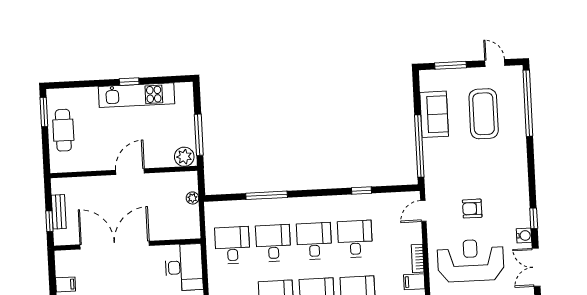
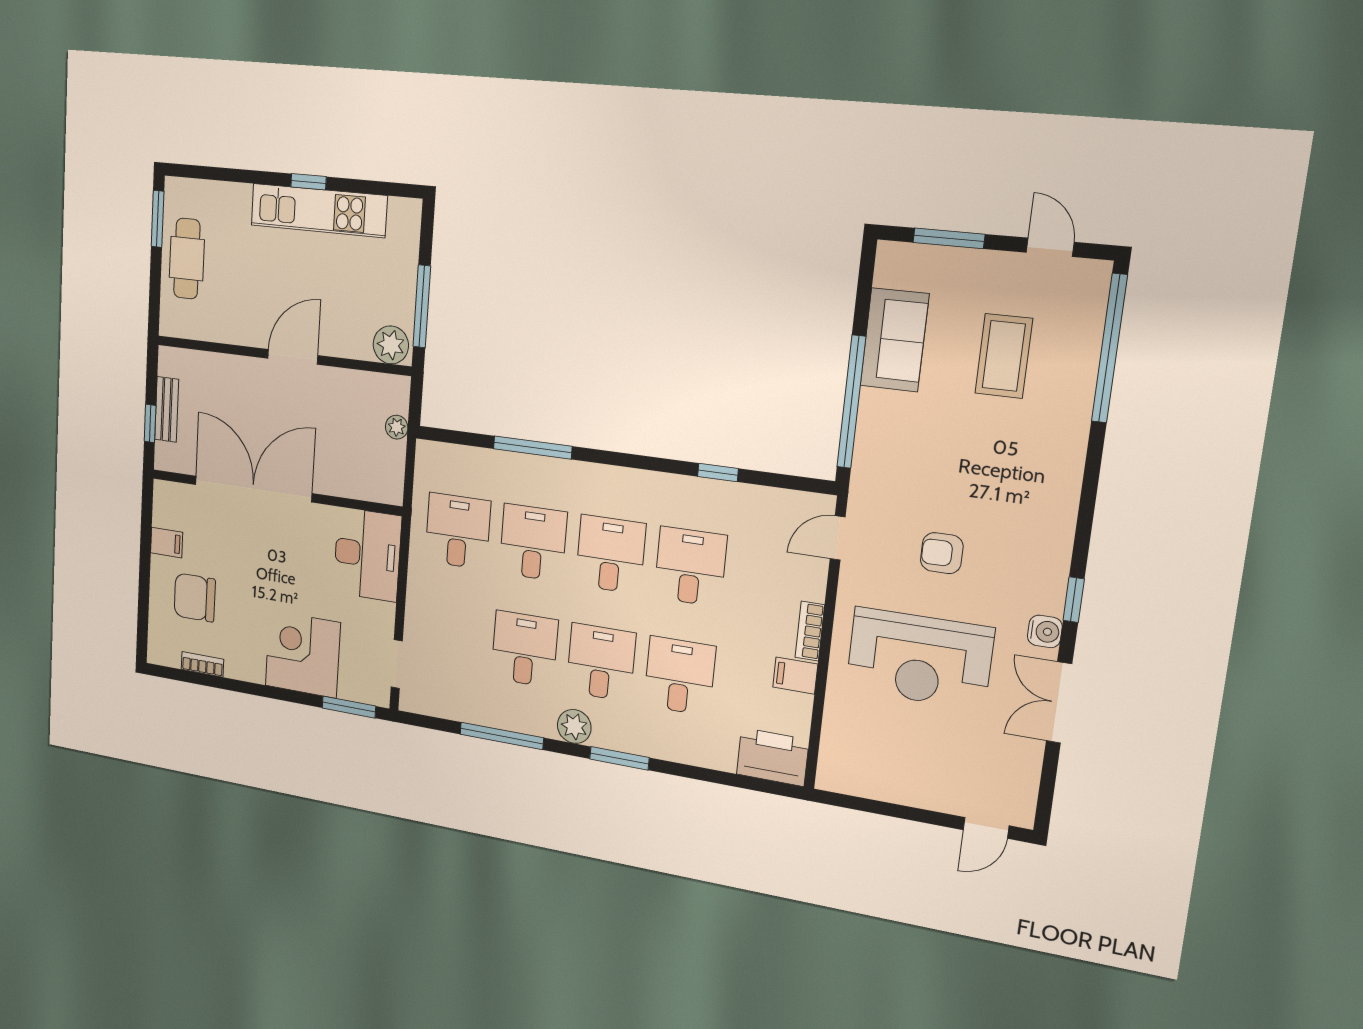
coffee table: (484, 114) -> (1004, 356), width x0.73, depth x0.76
reception desk: (471, 261) -> (919, 659), turned 180

